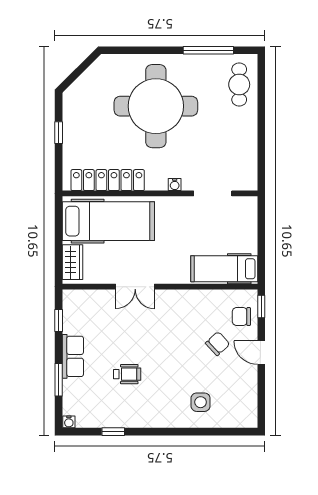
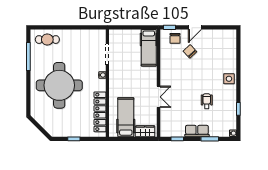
hospital bed: (108, 221) -> (126, 117), width x0.73, depth x0.78
side table: (201, 402) -> (229, 79), moved

